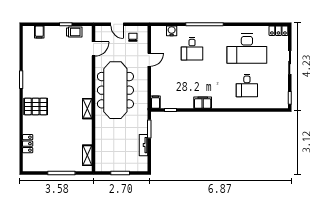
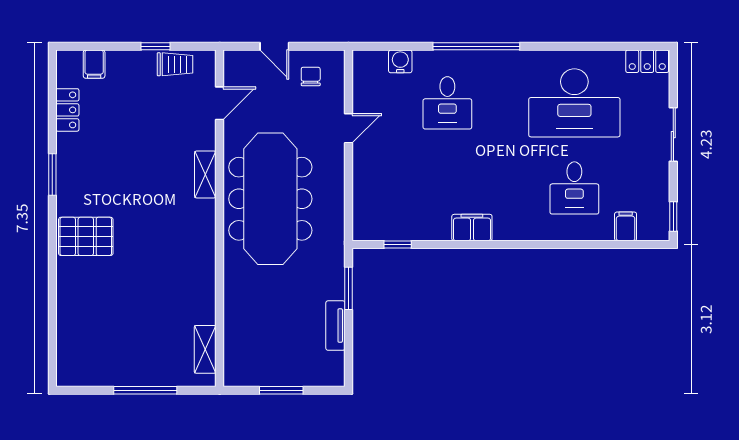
filing cabinet: (155, 102) -> (626, 226), moved
shelving: (87, 109) -> (205, 174), moved
locker: (28, 144) -> (67, 110), moved

